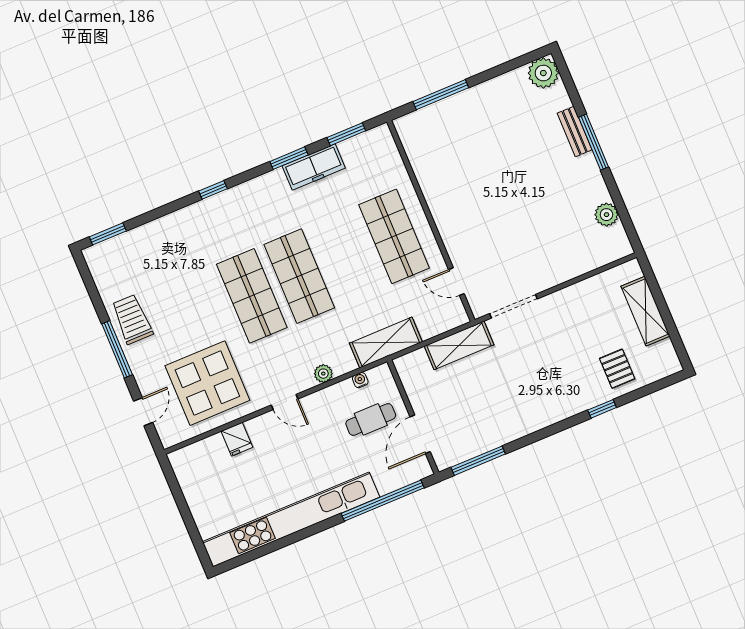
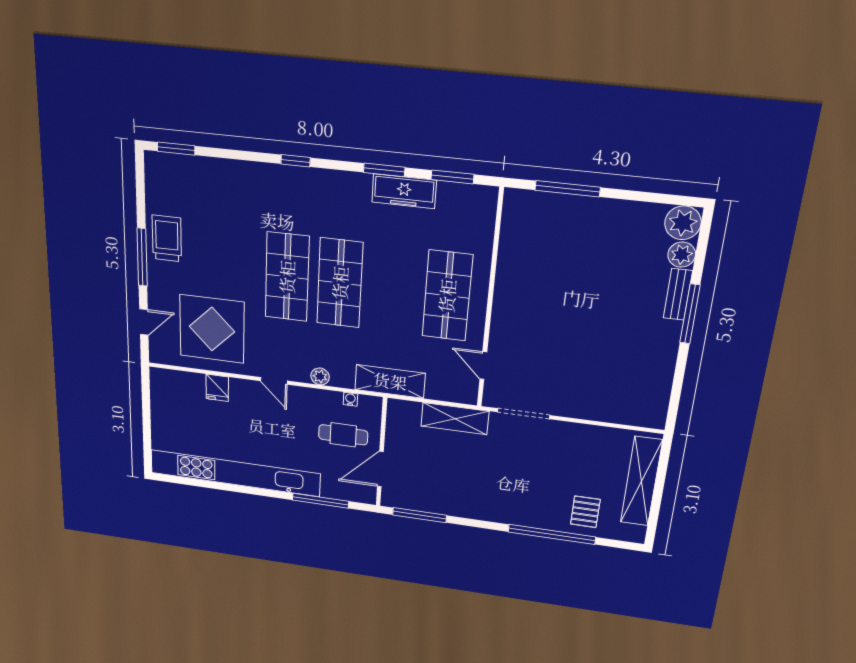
plant: (606, 215) -> (682, 255), moved
shelving: (646, 311) -> (641, 481), width x1.47
window: (602, 409) -> (552, 534), width x3.17
window: (383, 501) -> (320, 501), width x0.68

